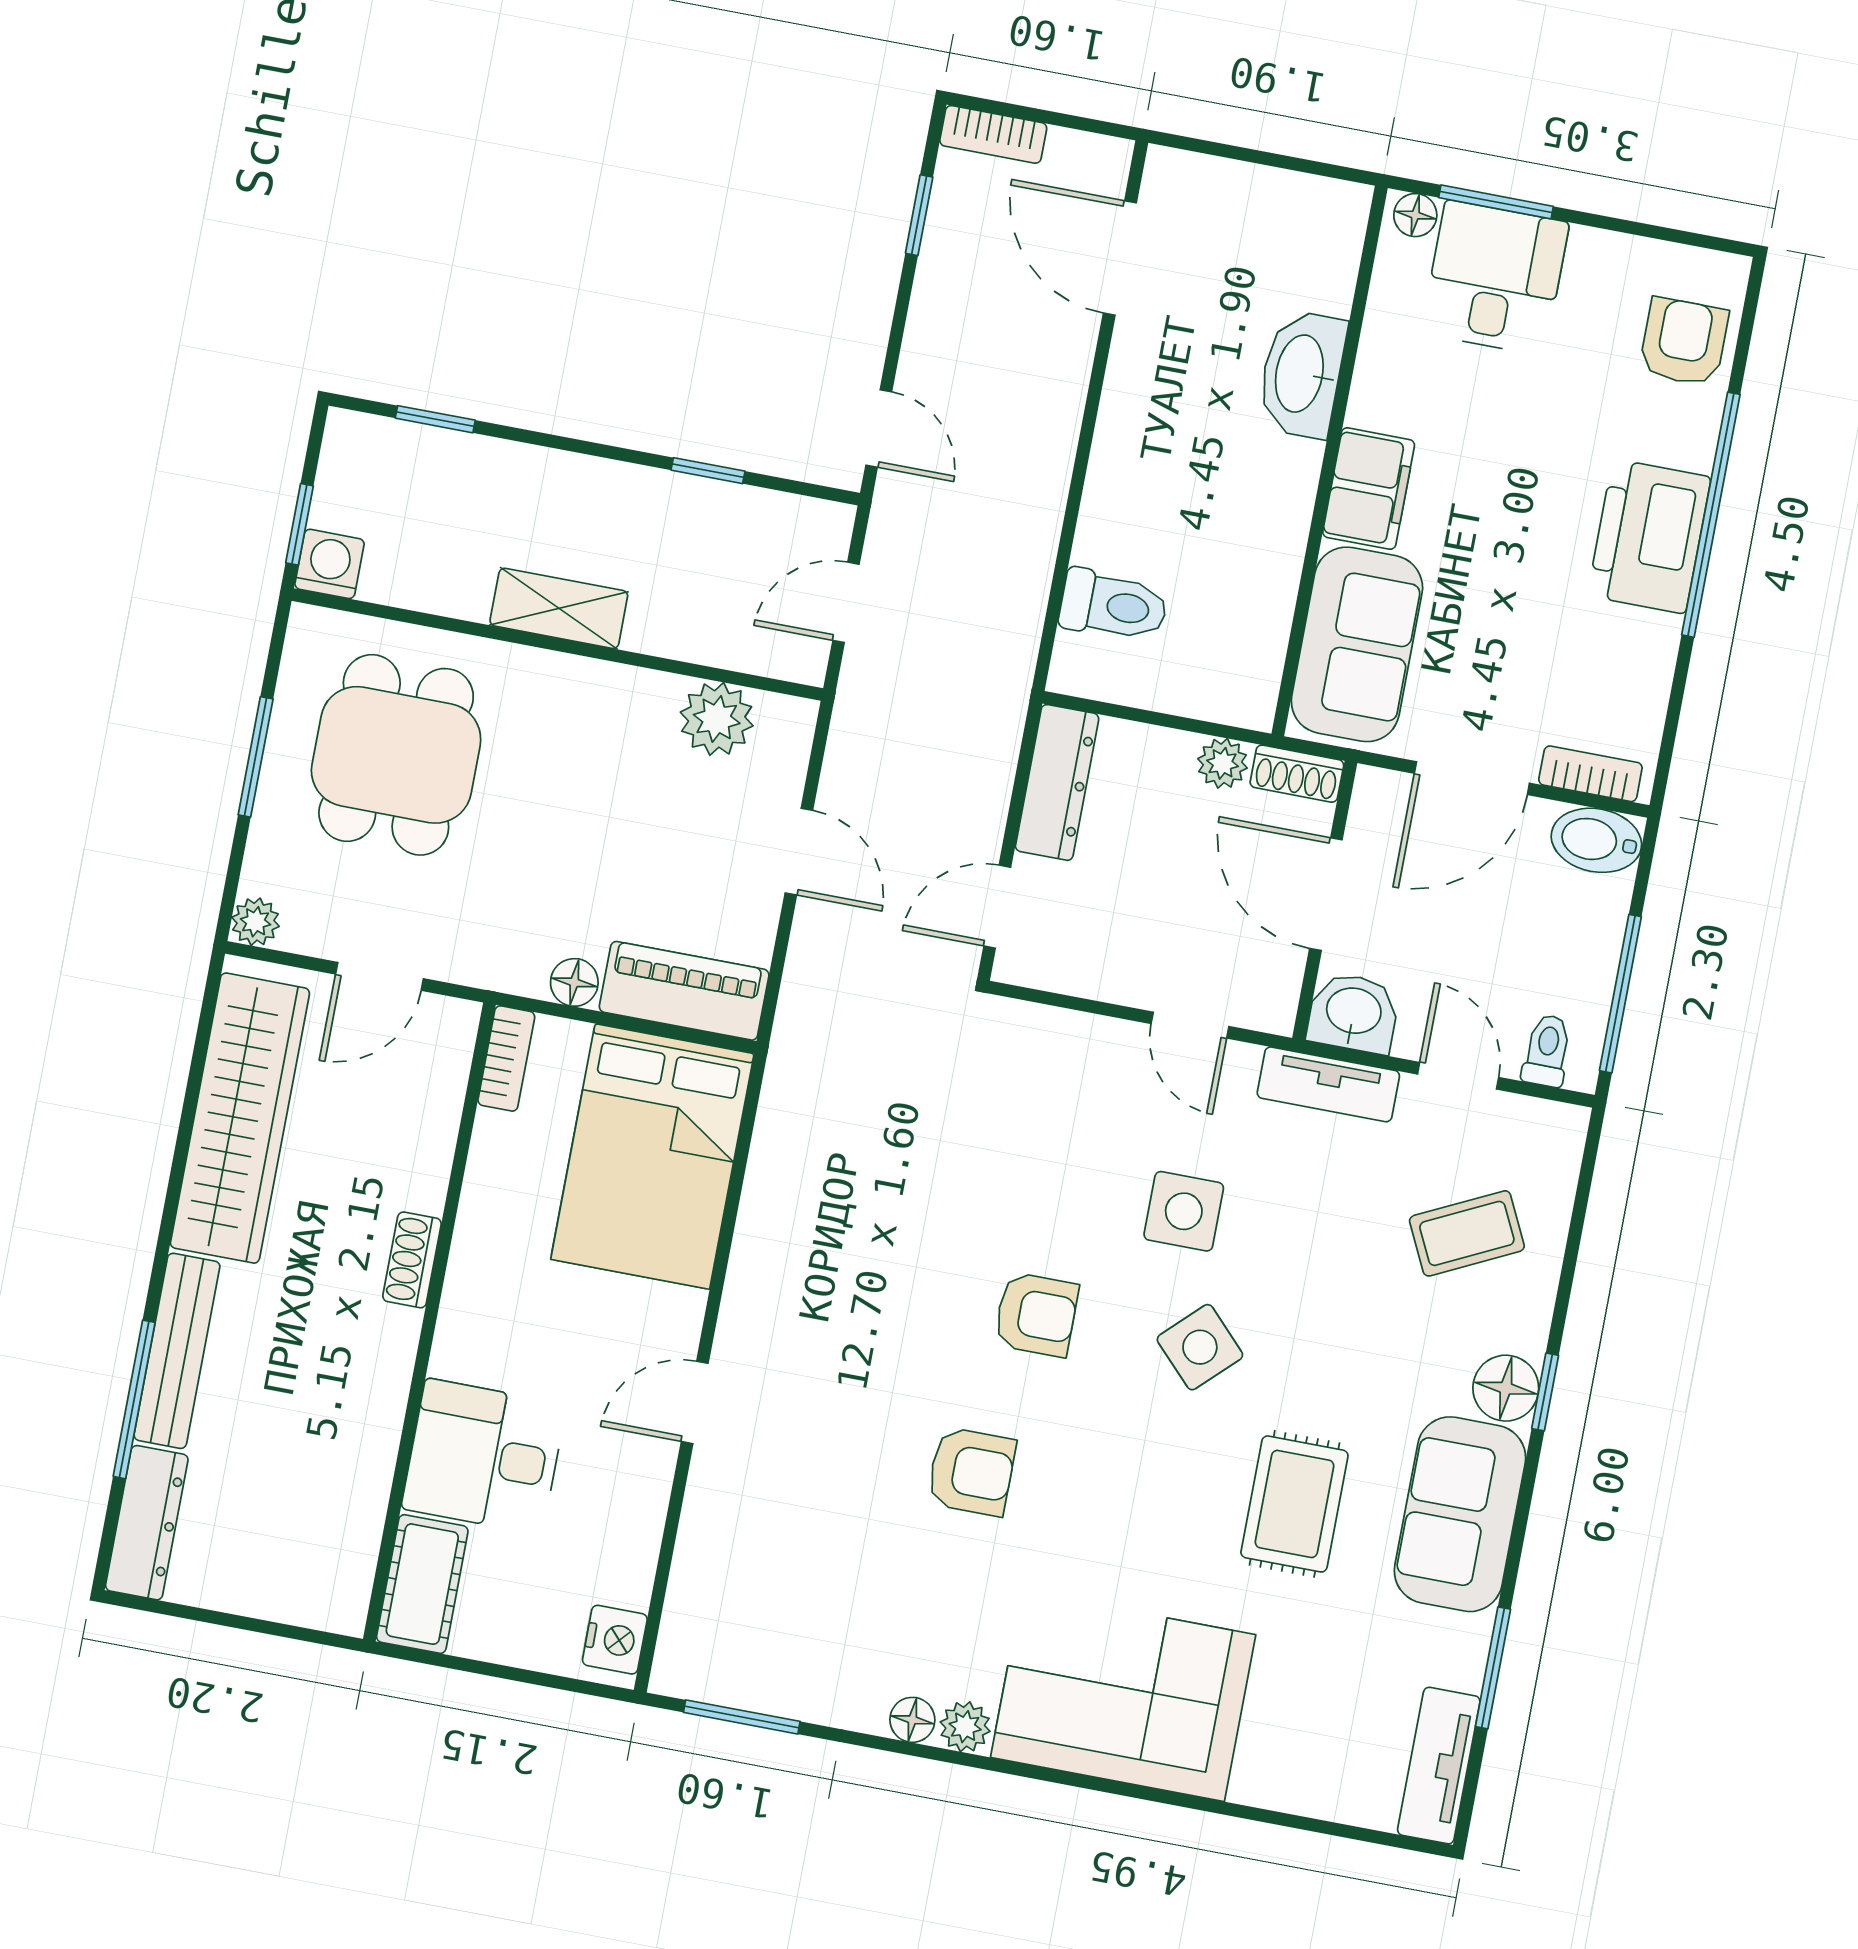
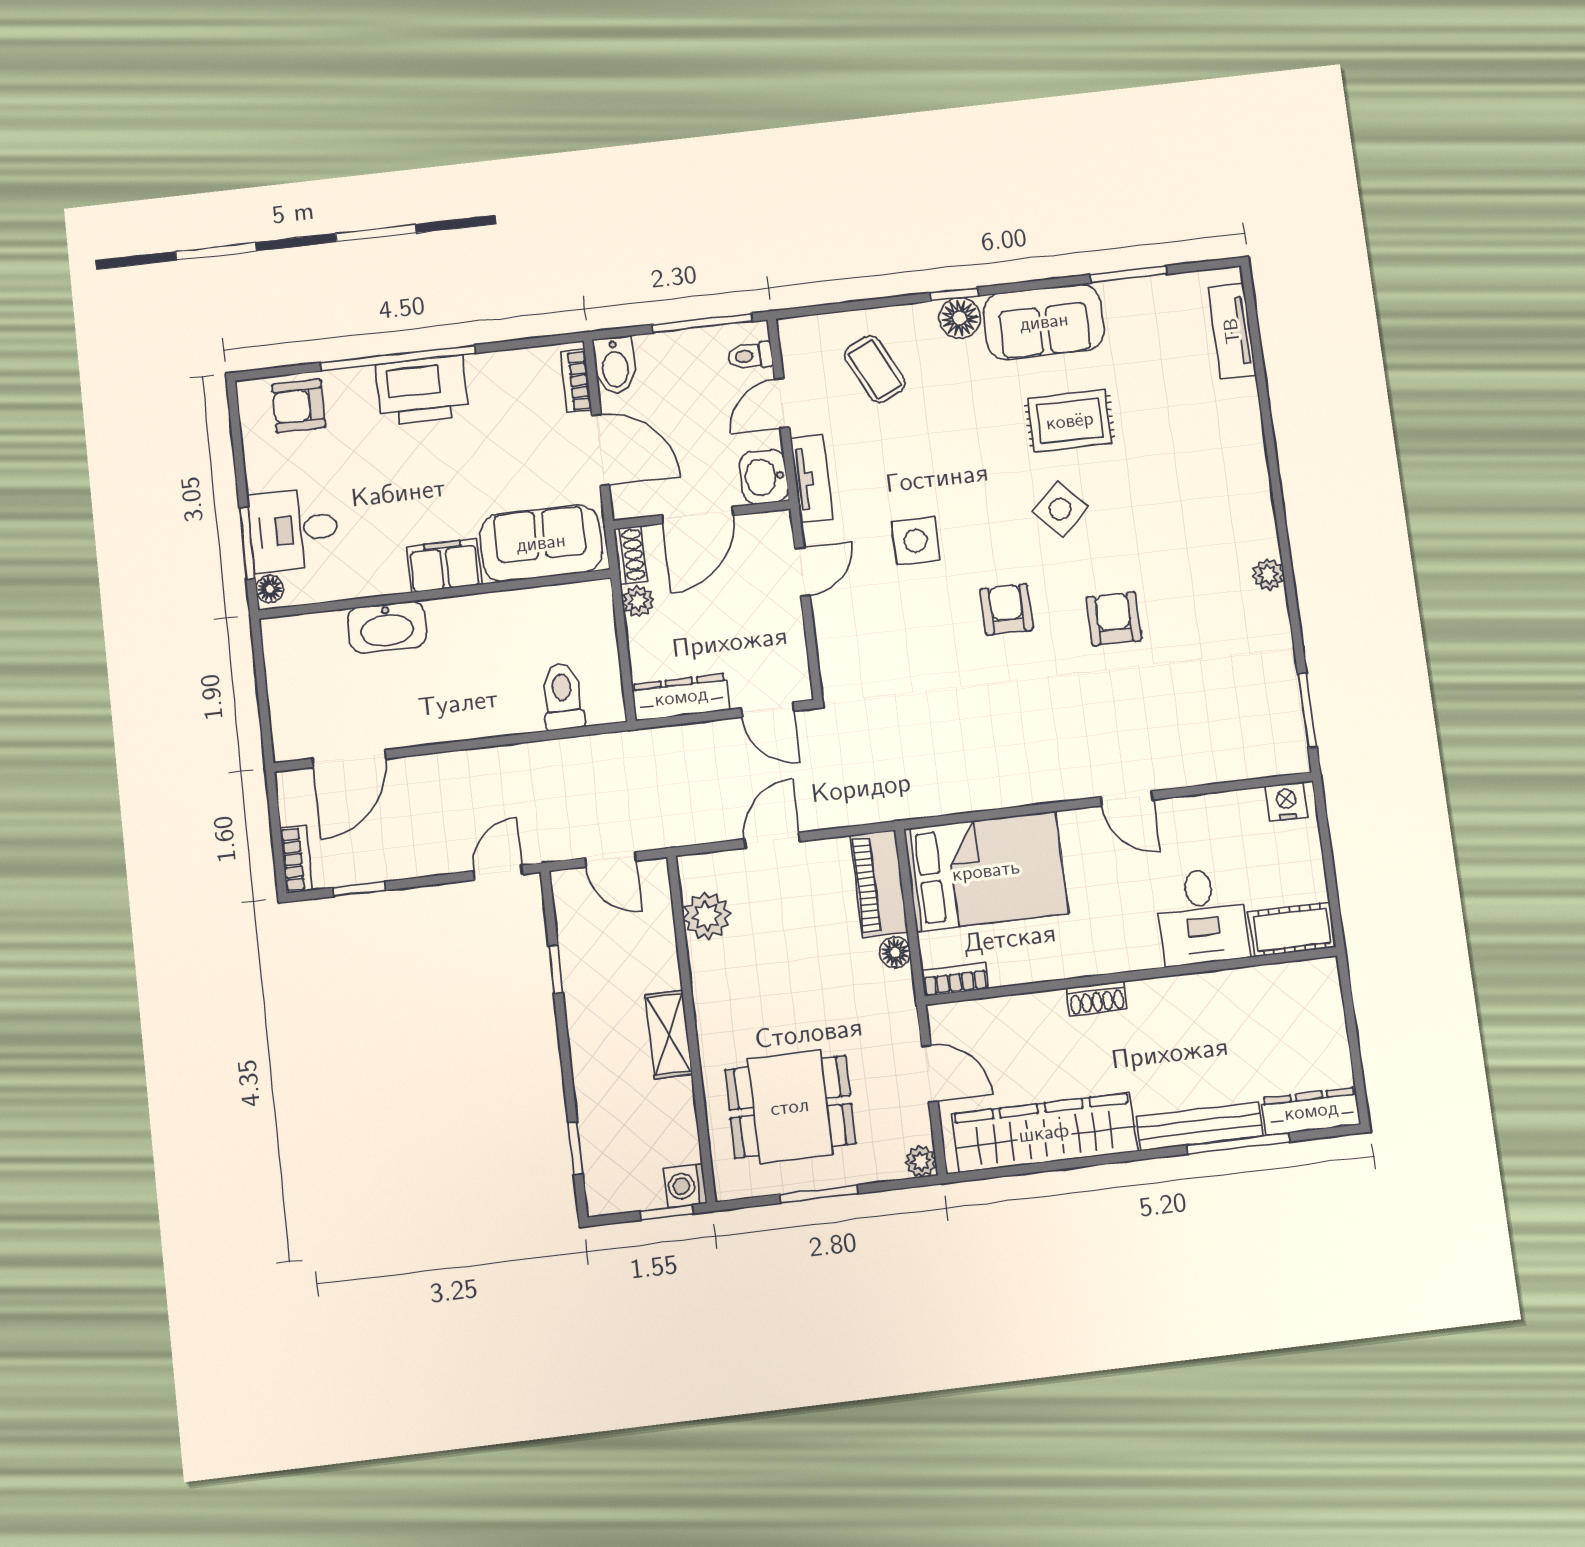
side table: (1200, 1347) -> (1060, 509), moved
corner sofa: (1123, 1696) -> (1218, 486), removed
floor lamp: (912, 1720) -> (1274, 607), removed
tv unit: (1439, 1766) -> (1232, 331), moved, turned 90

